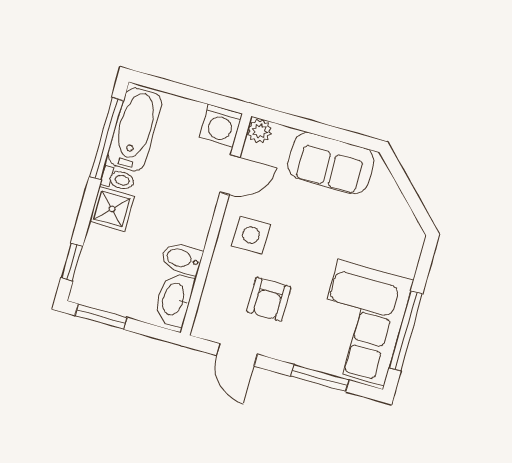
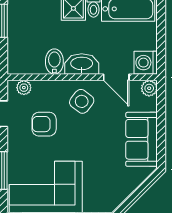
side table: (251, 235) -> (82, 101), turned 37
washbasin: (174, 299) -> (82, 64), moved
plant: (207, 314) -> (24, 88), added

